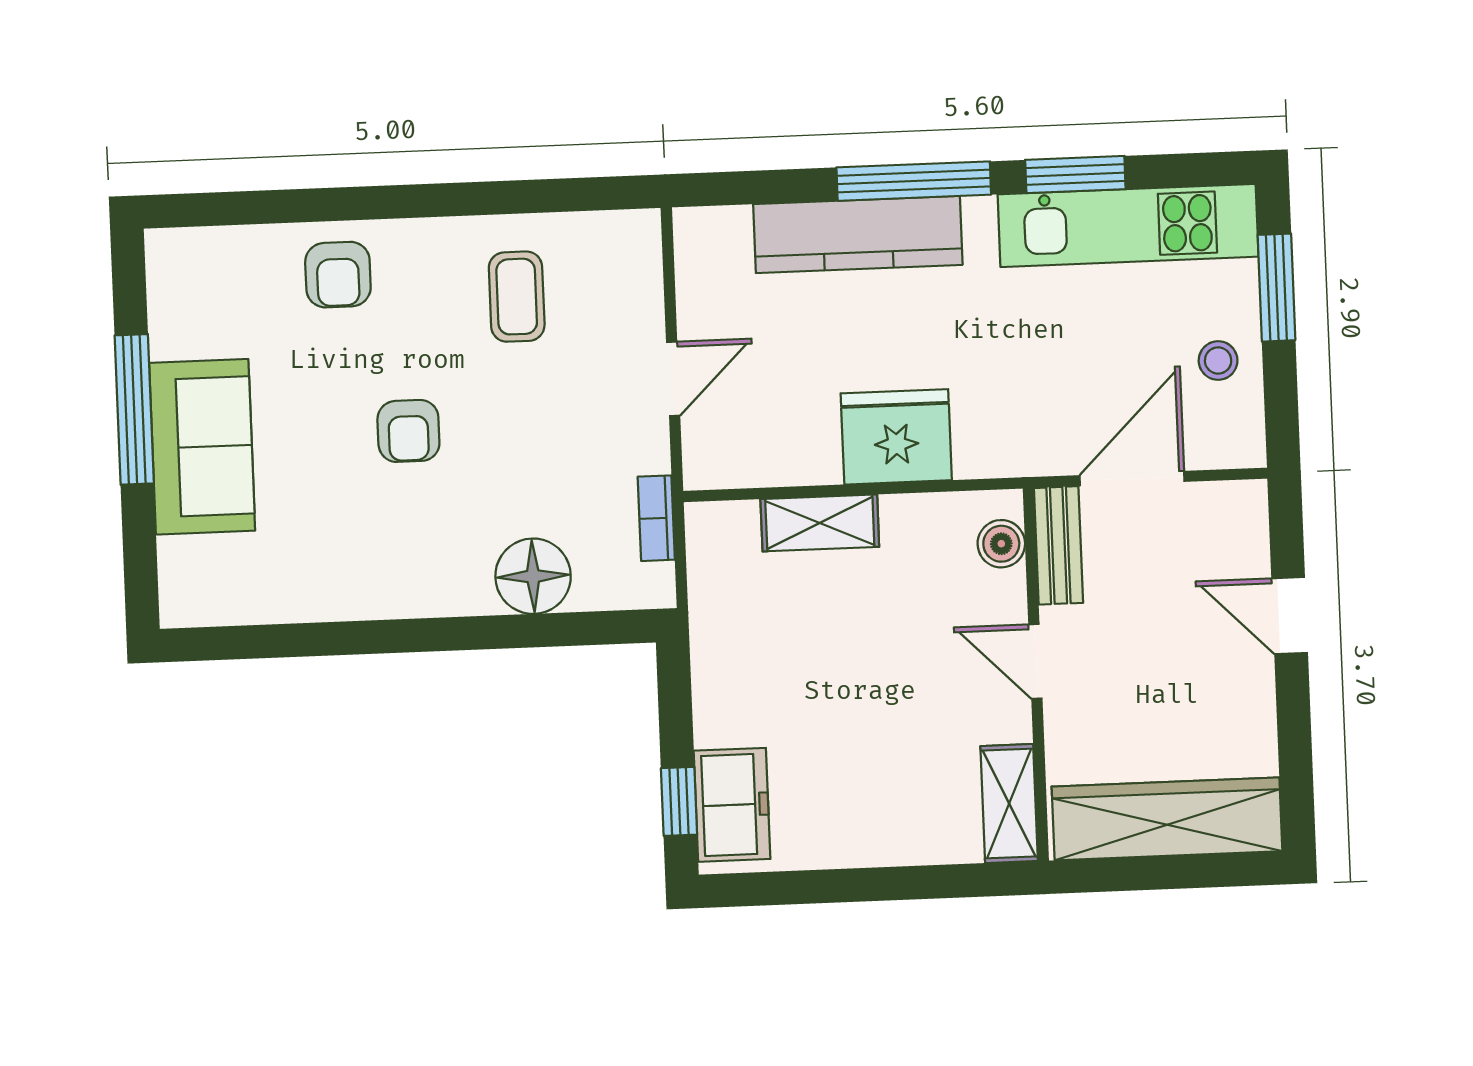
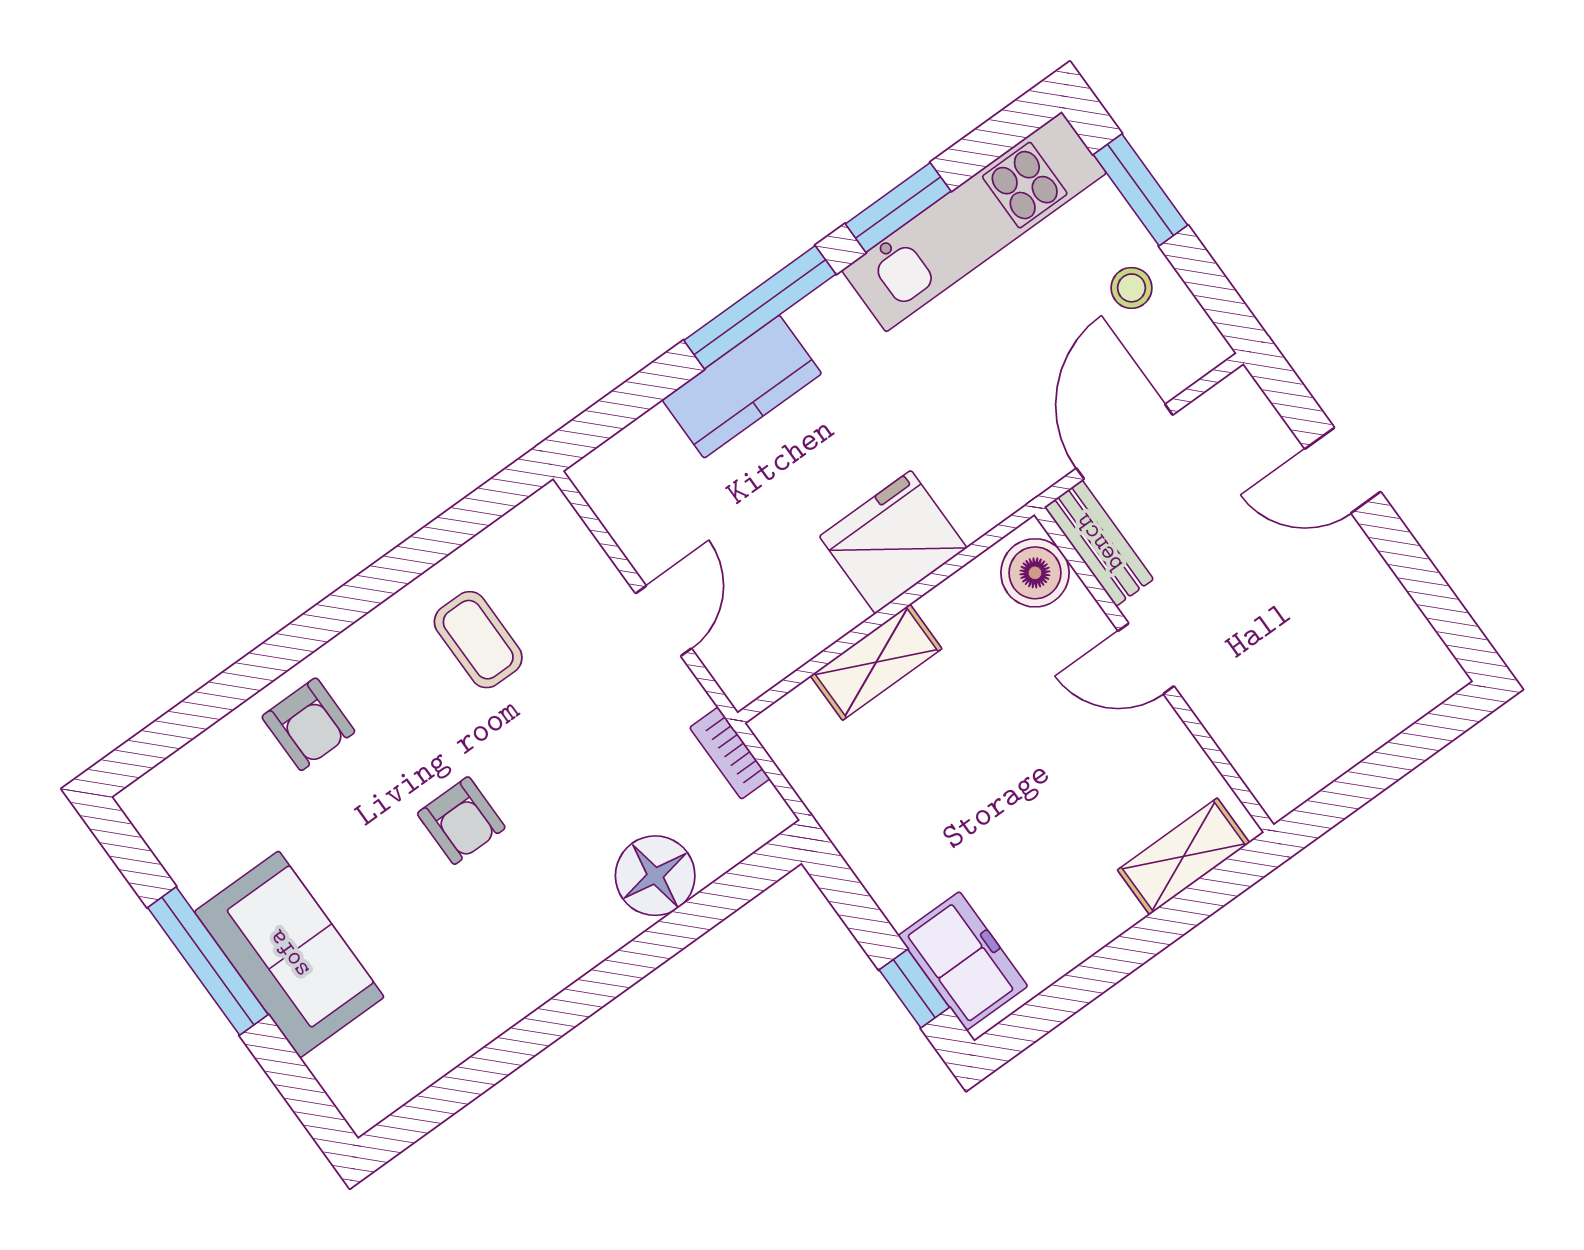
kitchen counter: (858, 234) -> (742, 387), width x0.67
boiler: (1001, 544) -> (1035, 573), width x1.36, depth x1.36
shelving: (1009, 803) -> (1183, 856), moved, turned 90
wardrobe: (1167, 819) -> (1353, 720), removed

